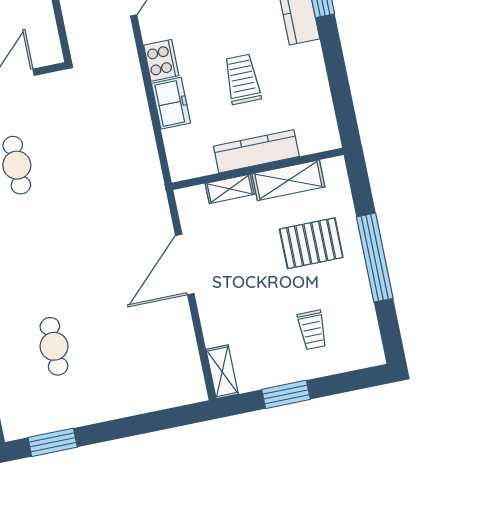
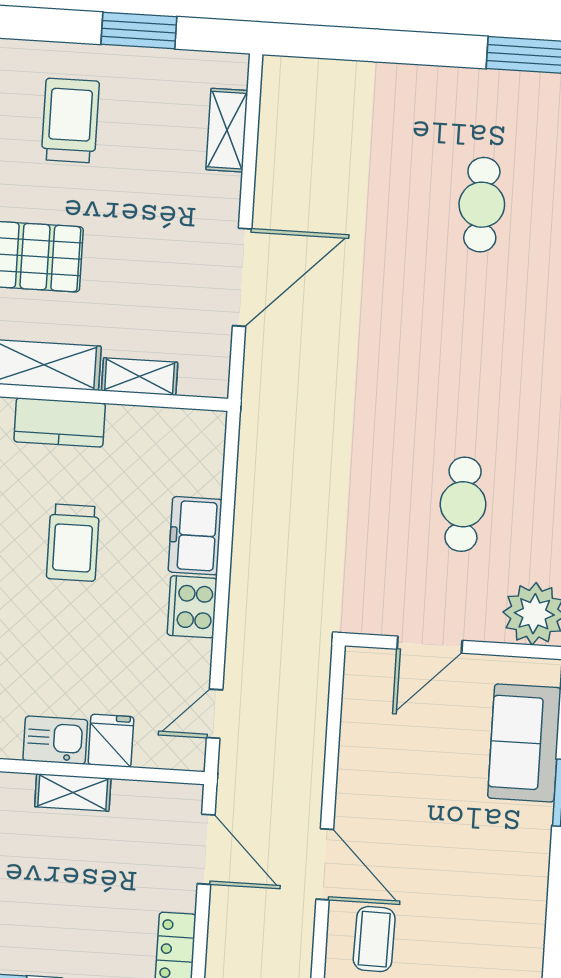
kitchen counter: (256, 151) -> (60, 422), width x0.67
trolley: (312, 330) -> (70, 120), width x1.36, depth x1.39
shelving: (222, 372) -> (227, 130), moved

